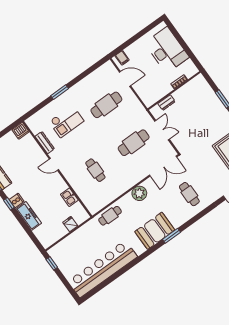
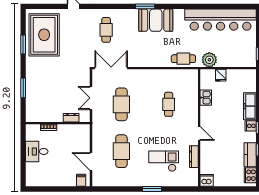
desk: (167, 50) -> (37, 151), width x0.53, depth x0.77
cafe table: (106, 105) -> (121, 151), turned 90
cafe table: (134, 143) -> (121, 104), turned 90
plant: (139, 193) -> (209, 60), moved

